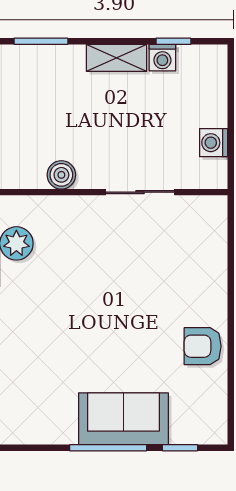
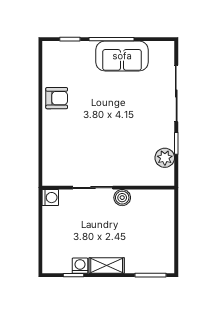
washing machine: (214, 143) -> (50, 198), moved
boiler: (61, 175) -> (122, 198), moved
sofa: (123, 419) -> (122, 56), moved

